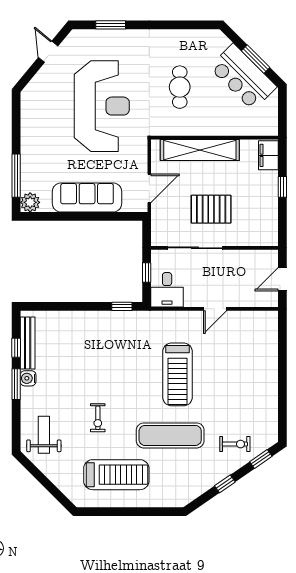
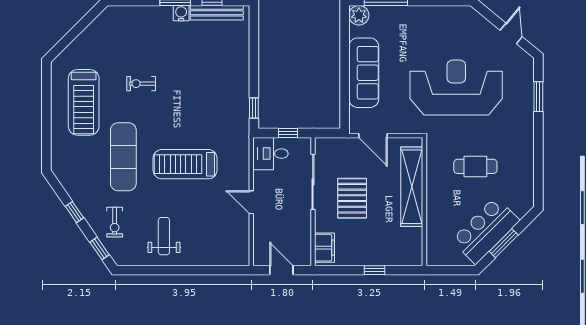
door: (48, 52) -> (511, 33), hinge flipped
reception desk: (102, 106) -> (456, 88), turned 180
filing cabinet: (268, 155) -> (325, 248), moved, turned 90
weight bench: (44, 435) -> (164, 236), moved, turned -90

